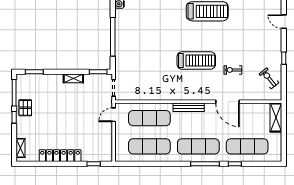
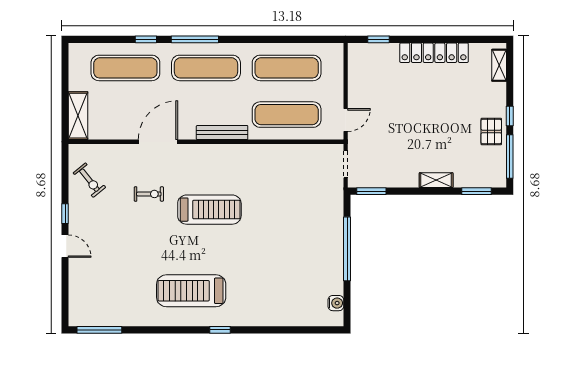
door: (284, 22) -> (65, 246), moved
treadmill: (196, 61) -> (209, 210), turned 180
shelving: (73, 78) -> (436, 180), moved
door: (227, 102) -> (158, 142), hinge flipped

